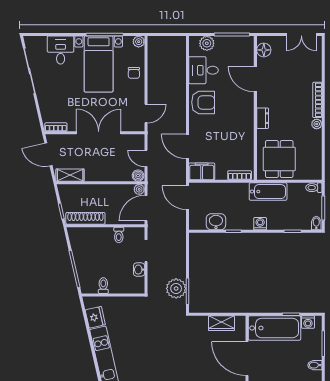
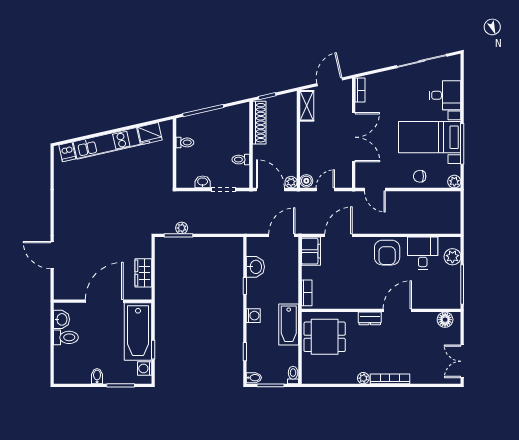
door: (255, 79) -> (397, 310), moved
plant: (176, 288) -> (182, 228), width x0.53, depth x0.53

